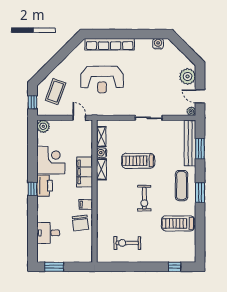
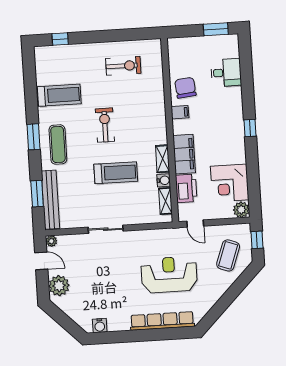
corner desk: (51, 160) -> (230, 183), moved
printer: (45, 186) -> (186, 188), moved, turned 180

